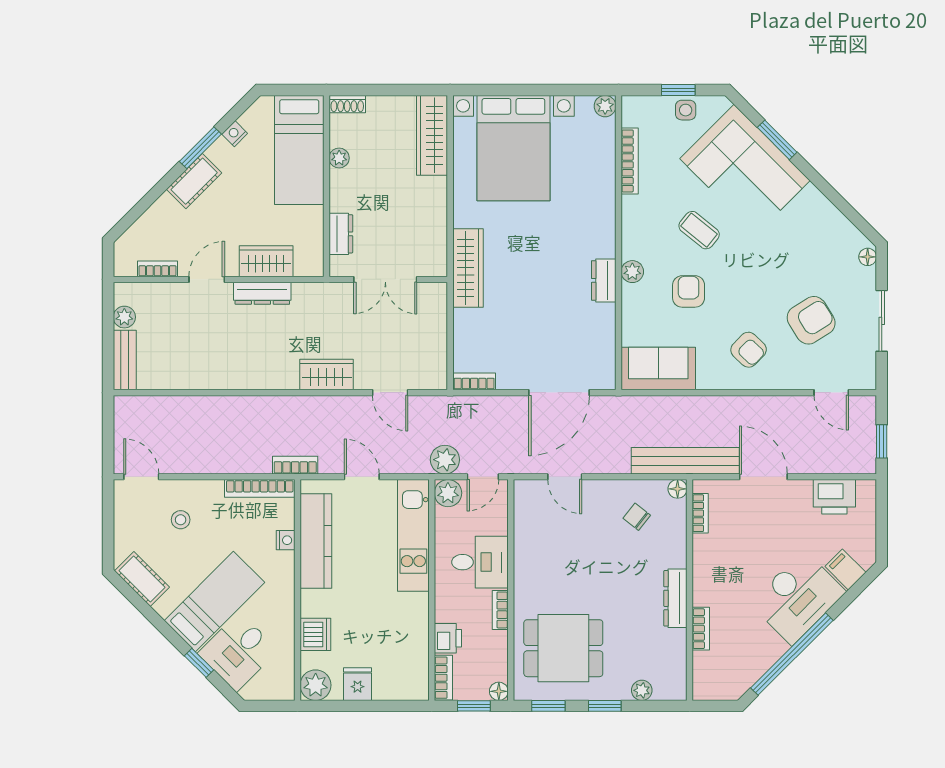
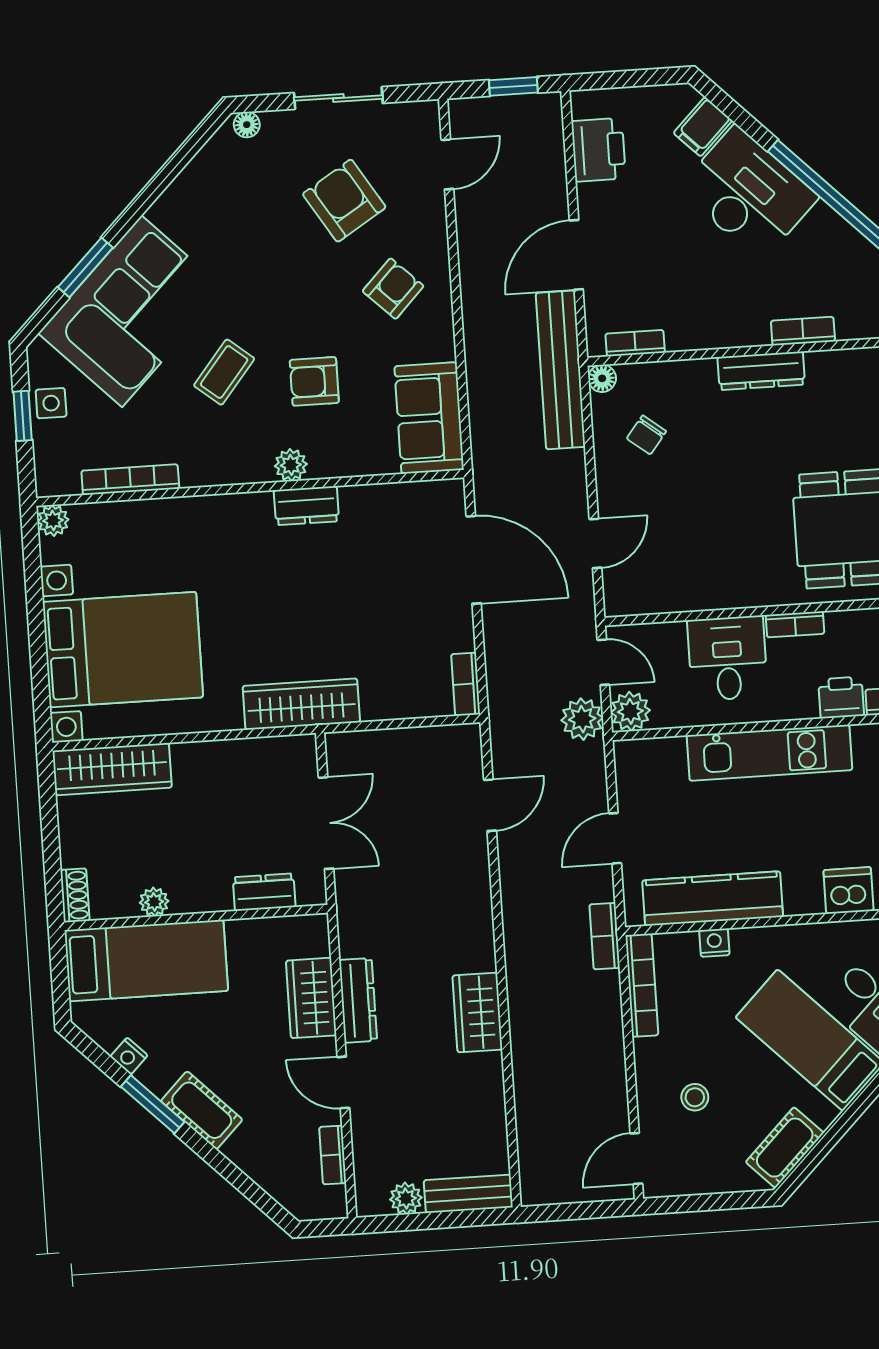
wardrobe: (327, 375) -> (477, 1013), moved
kitchen unit: (413, 535) -> (769, 753), moved

